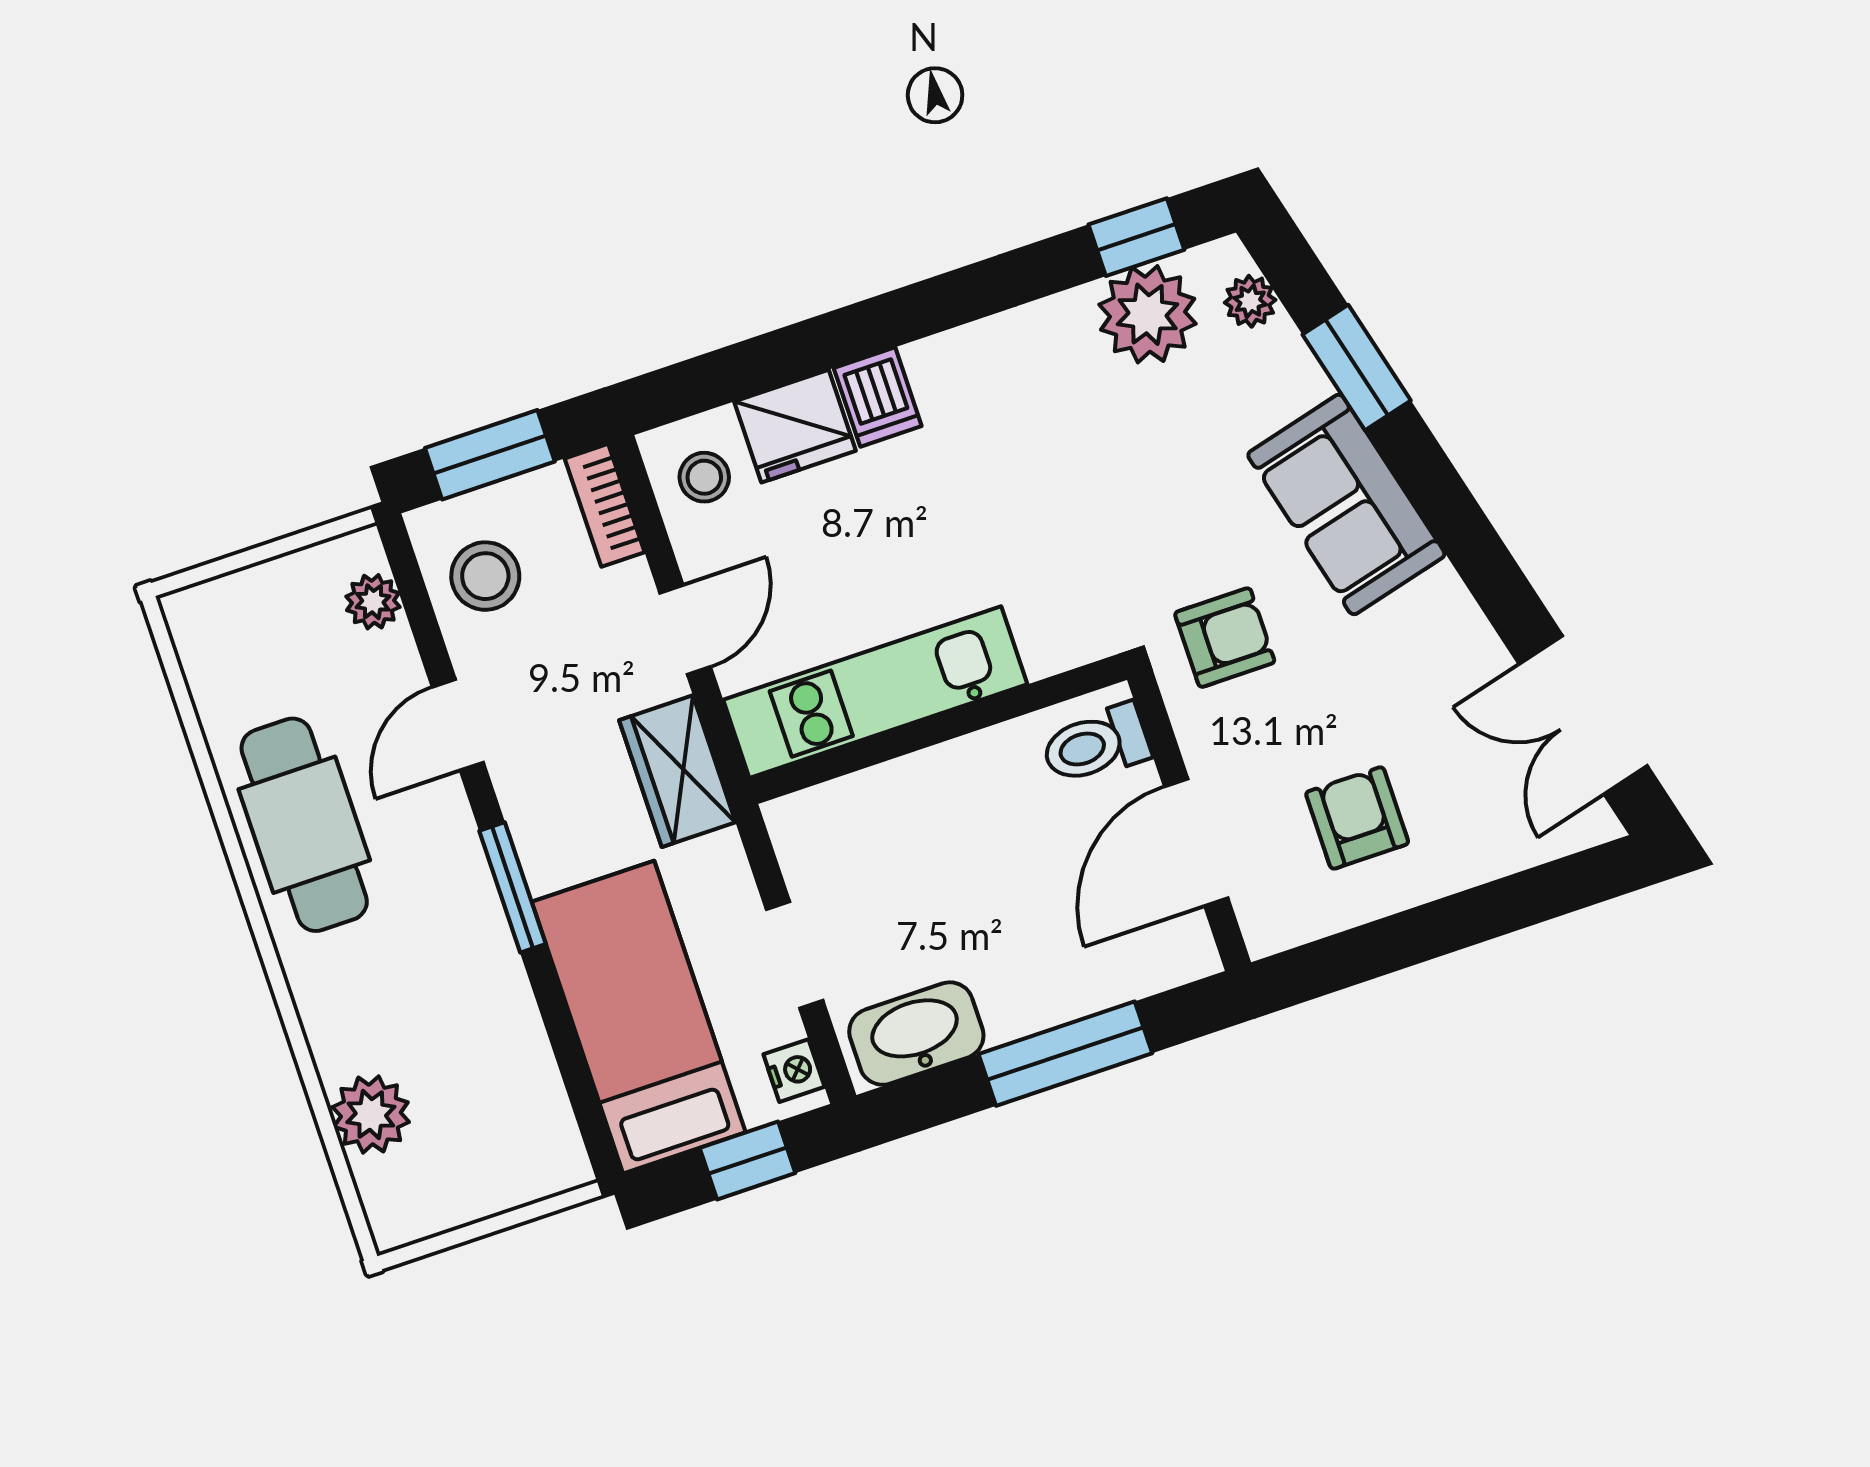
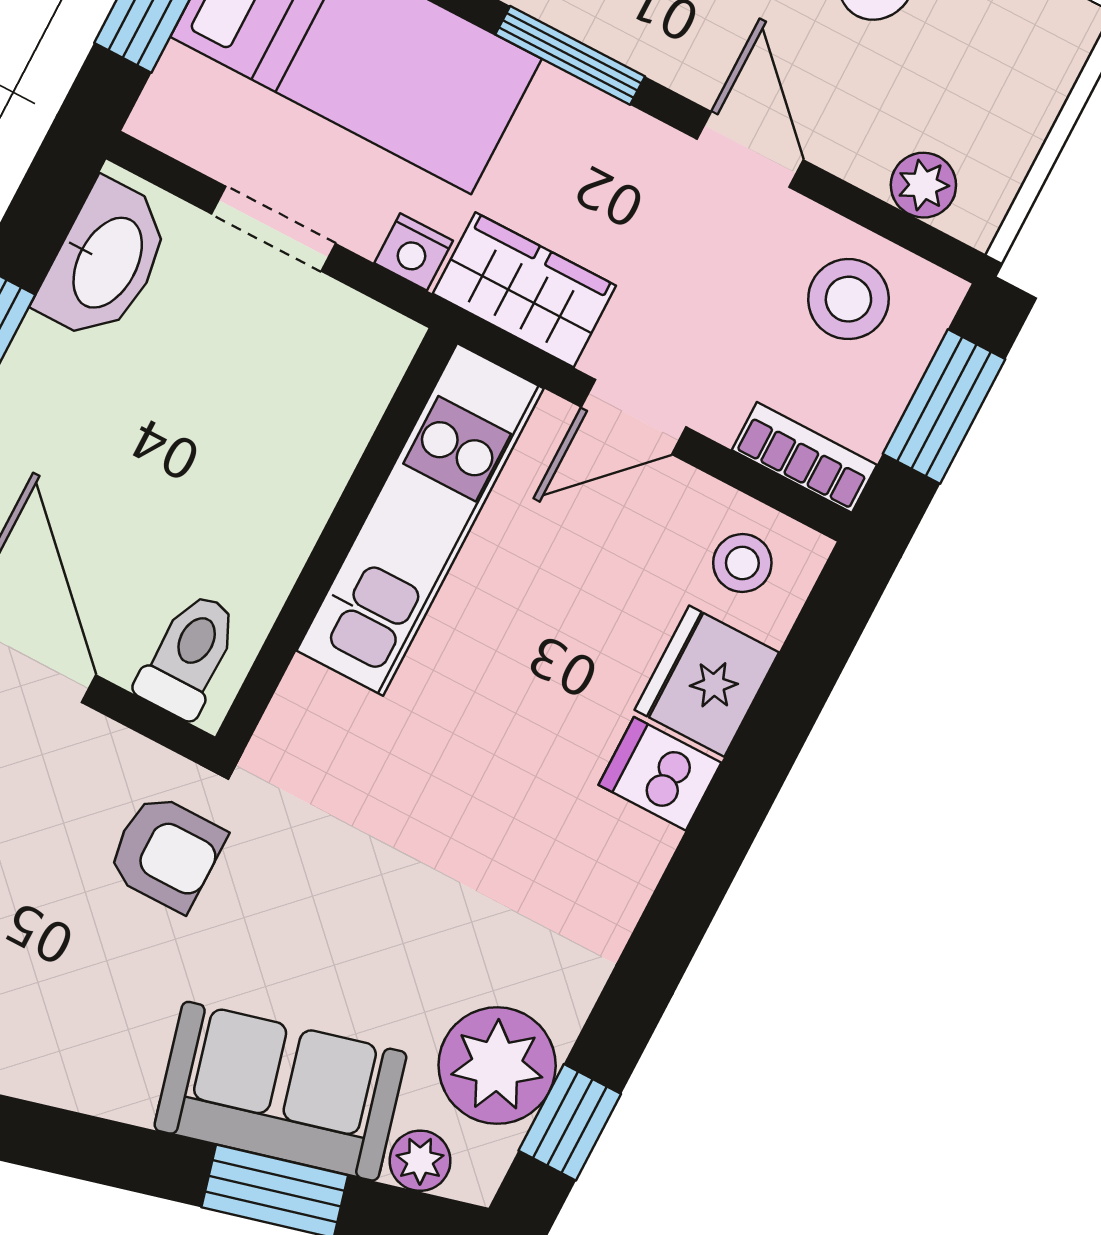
sofa: (1346, 504) -> (280, 1091), moved
door: (685, 630) -> (634, 417), hinge flipped
armchair: (1225, 638) -> (166, 852), turned -90
nightstand: (794, 1071) -> (414, 252), moved

